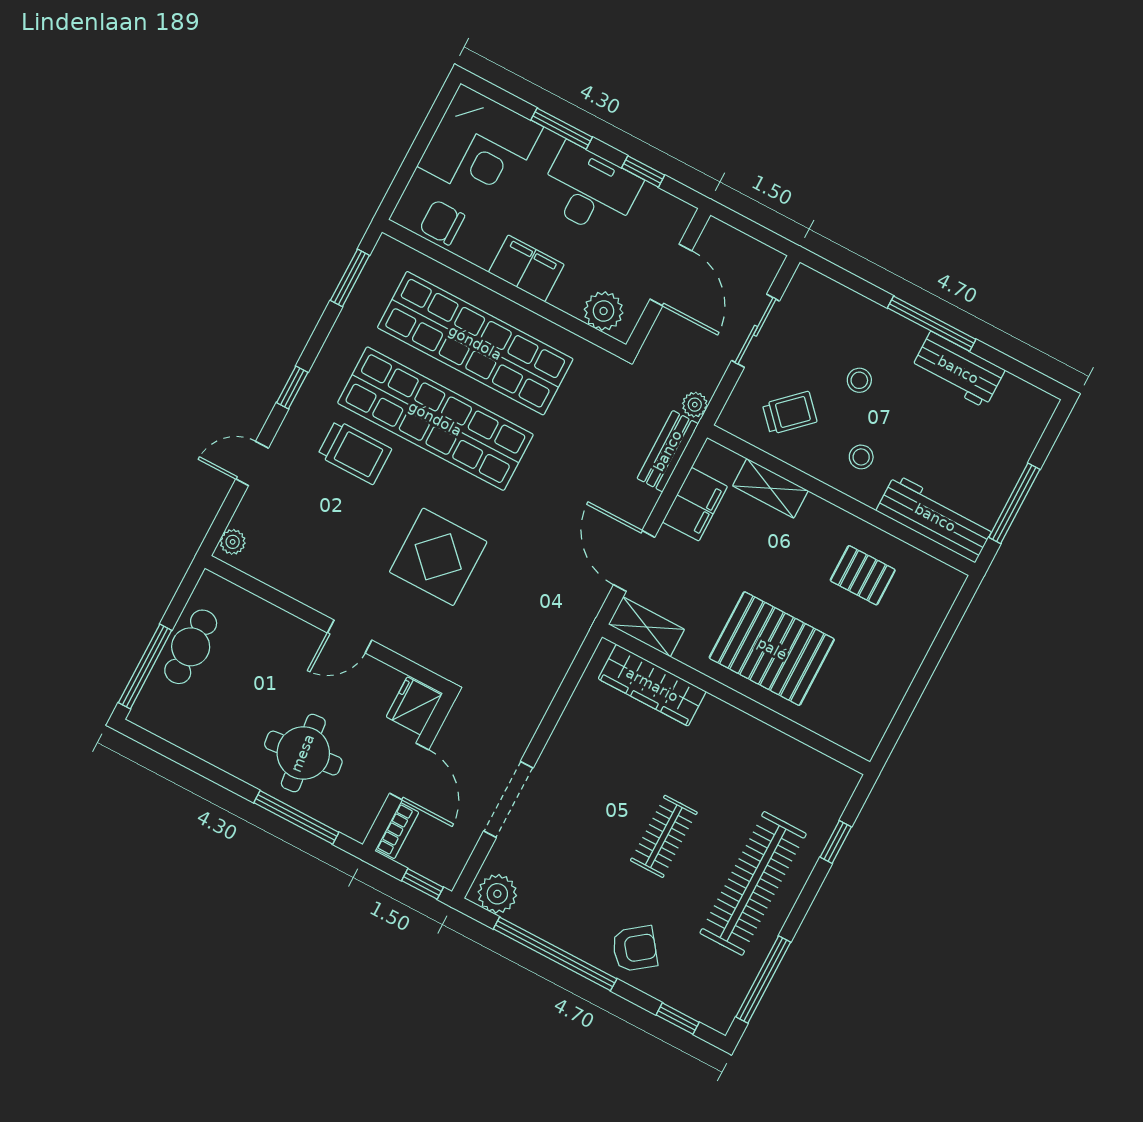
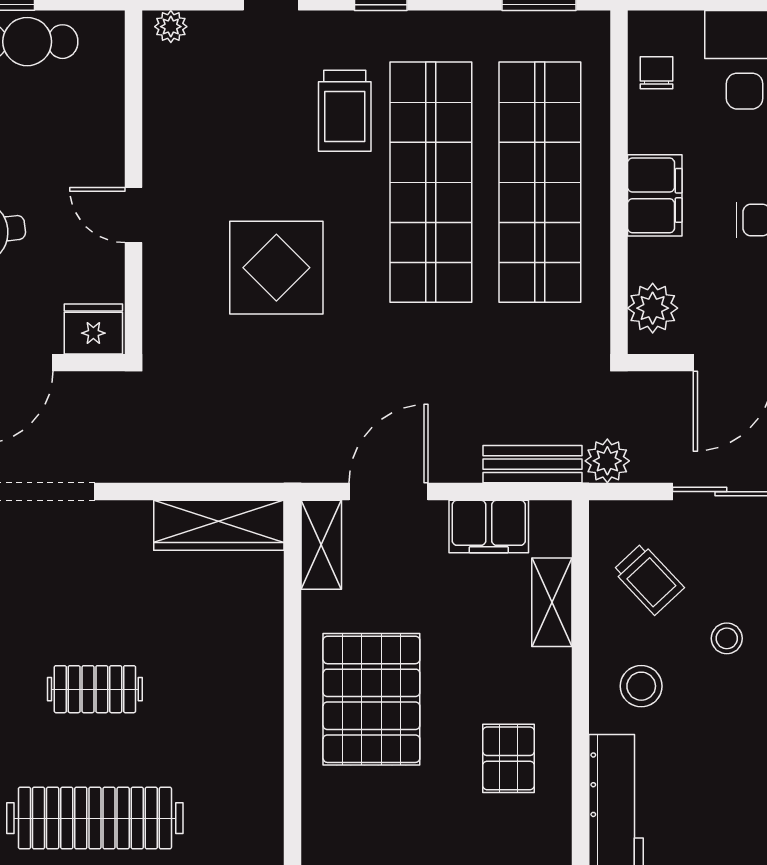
chair: (442, 222) -> (657, 73), width x0.73, depth x0.73
plant: (695, 405) -> (607, 461), width x1.38, depth x1.38
stool: (861, 457) -> (641, 686), width x1.37, depth x1.37
wardrobe: (652, 685) -> (219, 525), moved, turned -90

